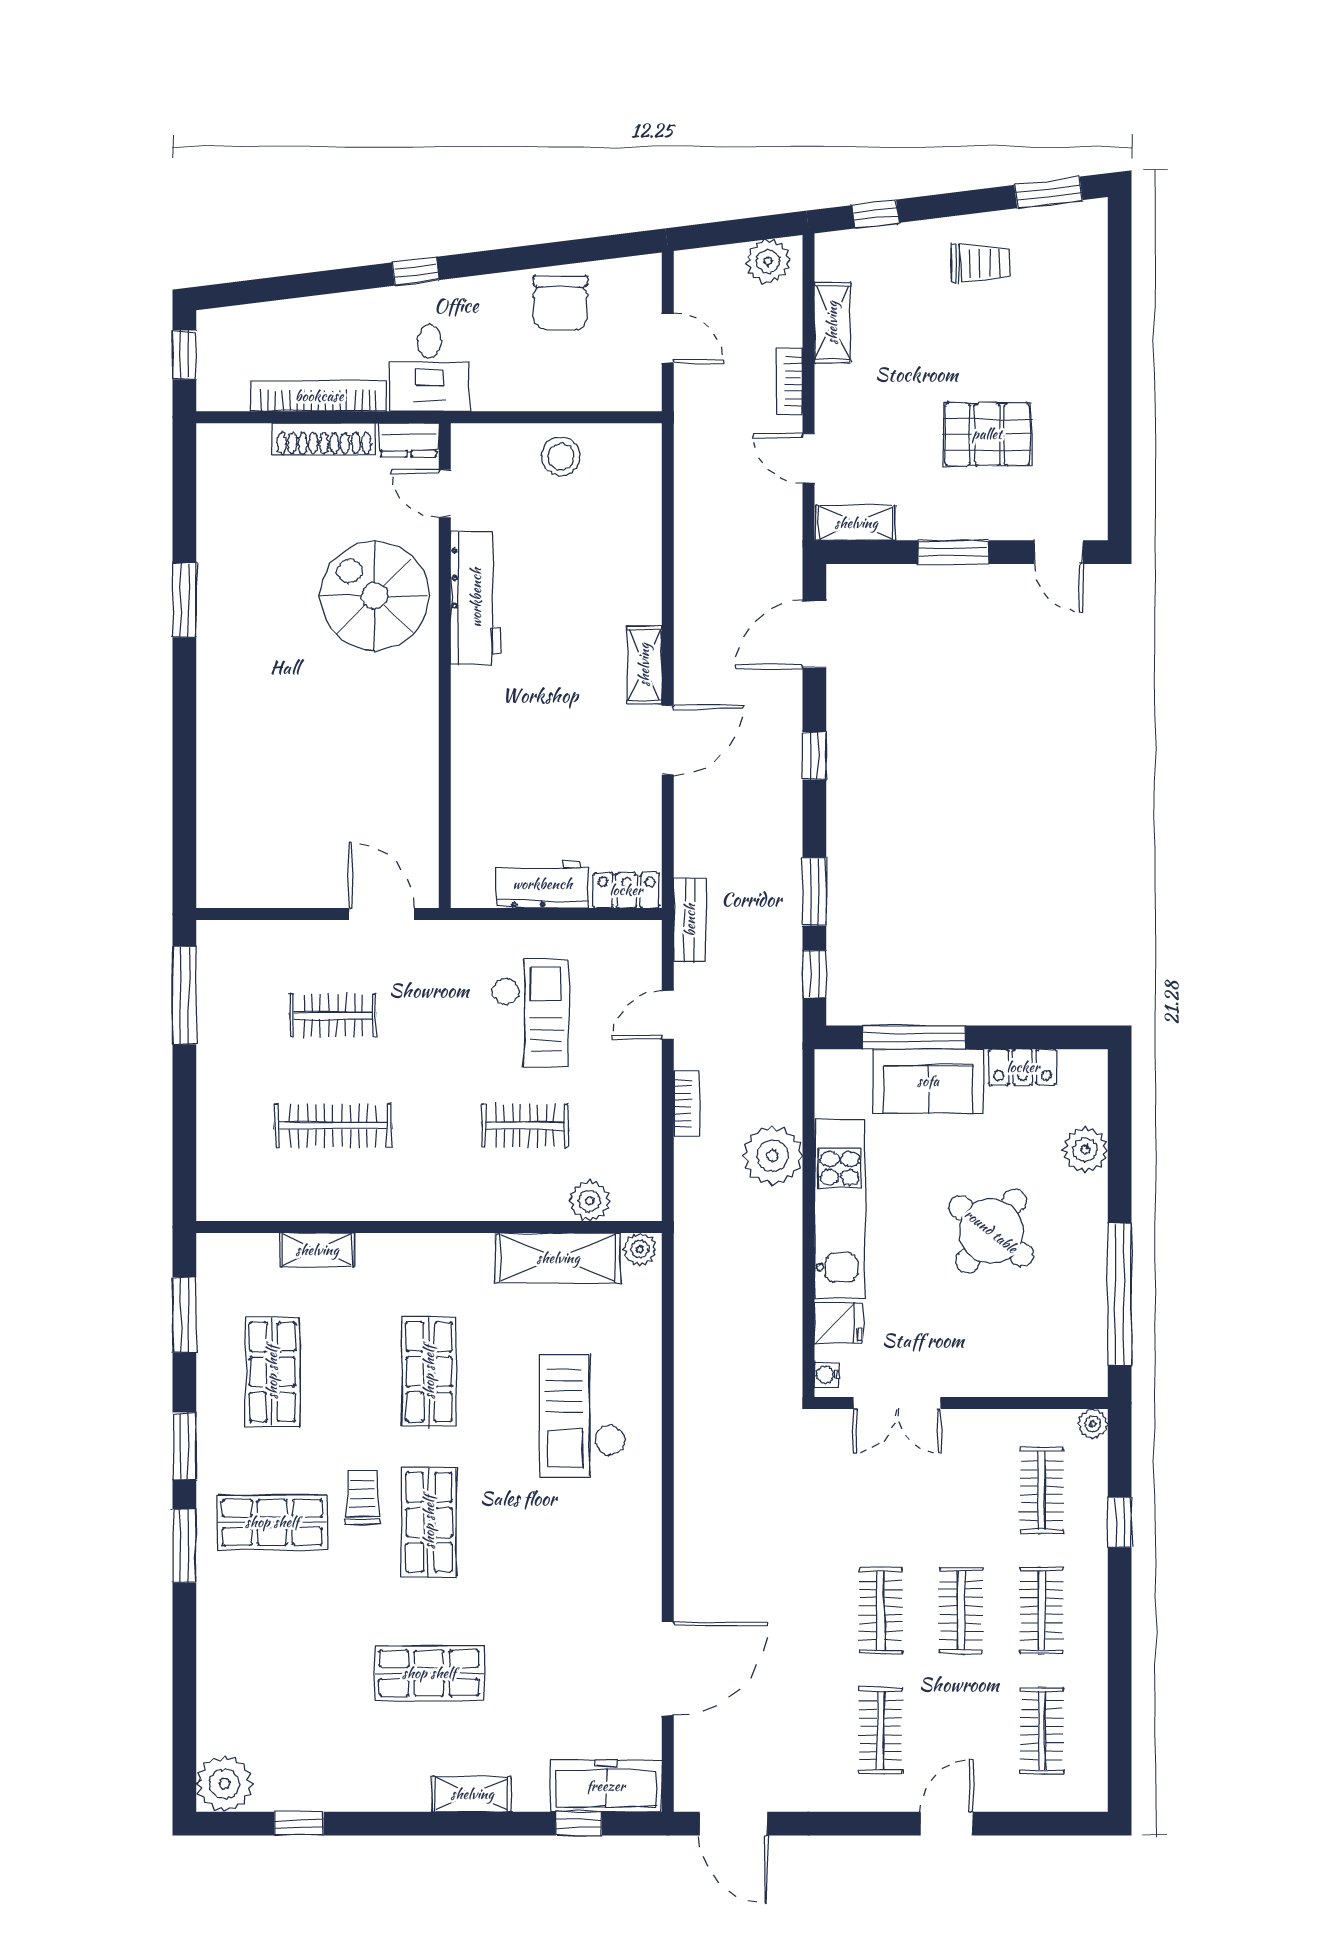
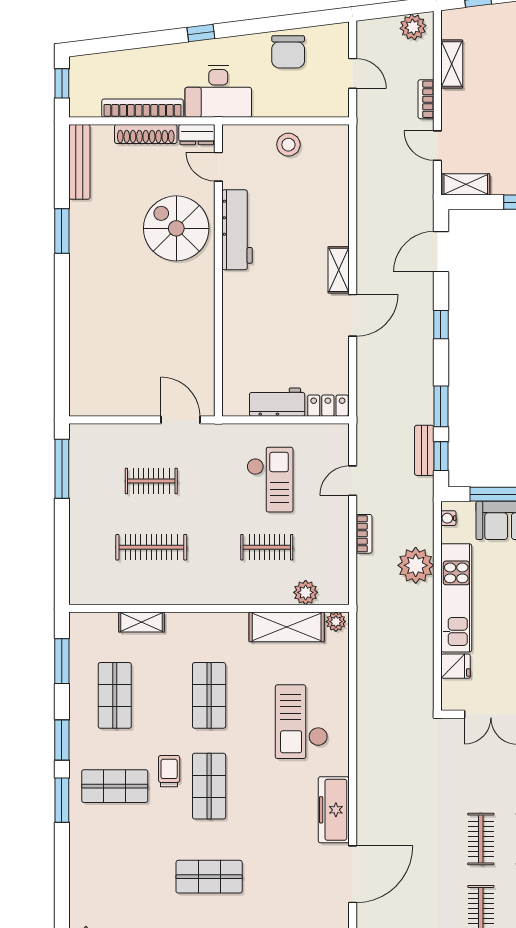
desk: (429, 368) -> (218, 91), width x1.37
bench: (214, 485) -> (79, 162), added
bench: (690, 920) -> (424, 450), moved
water cooler: (827, 1375) -> (448, 518), moved
freezer: (636, 1562) -> (334, 810), added

